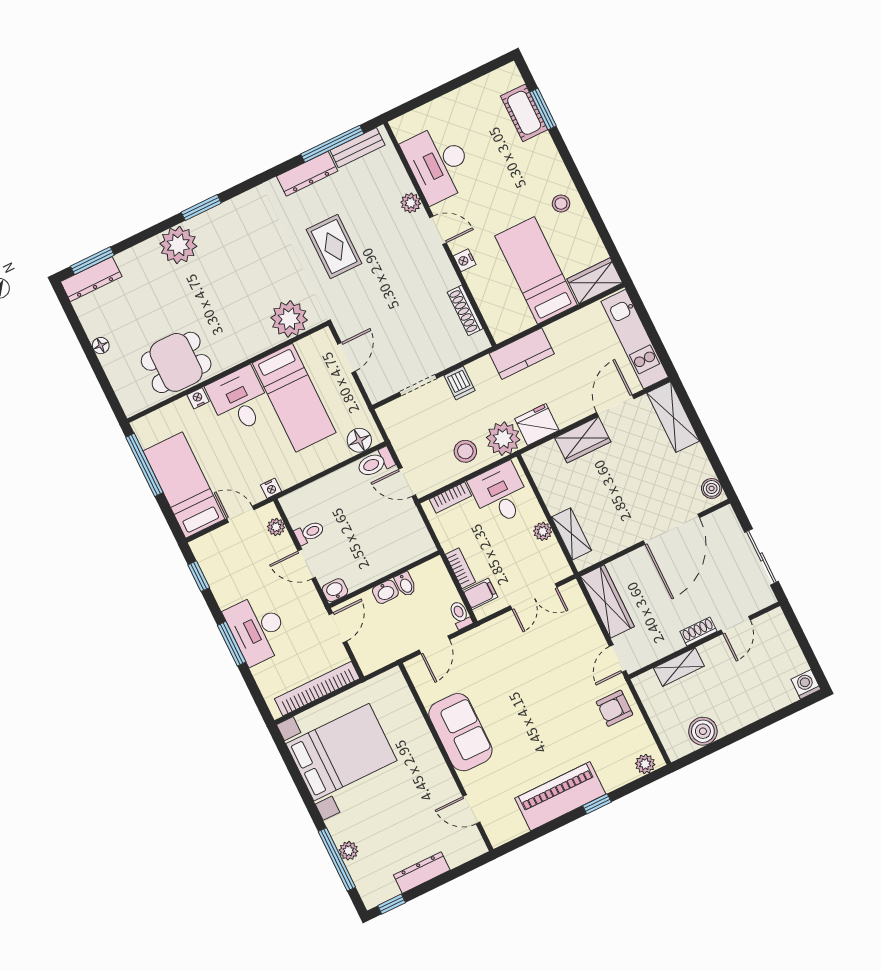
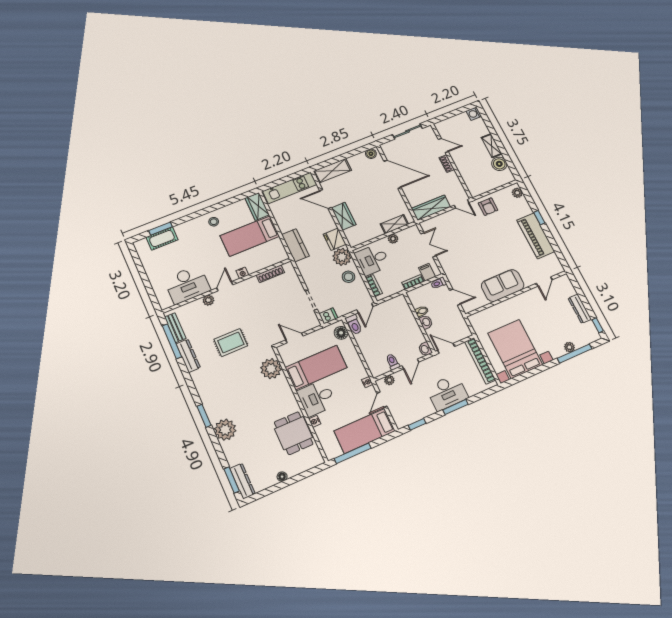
dishwasher: (460, 383) -> (328, 316), moved
shelving: (679, 667) -> (492, 146), moved

